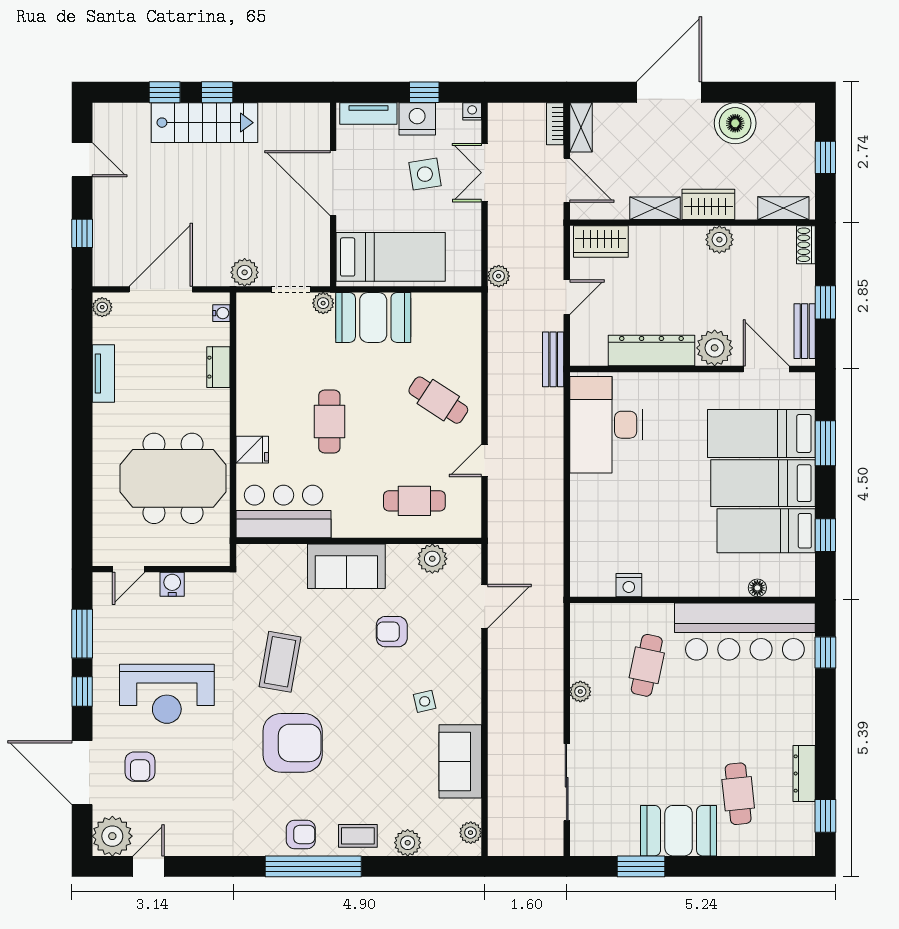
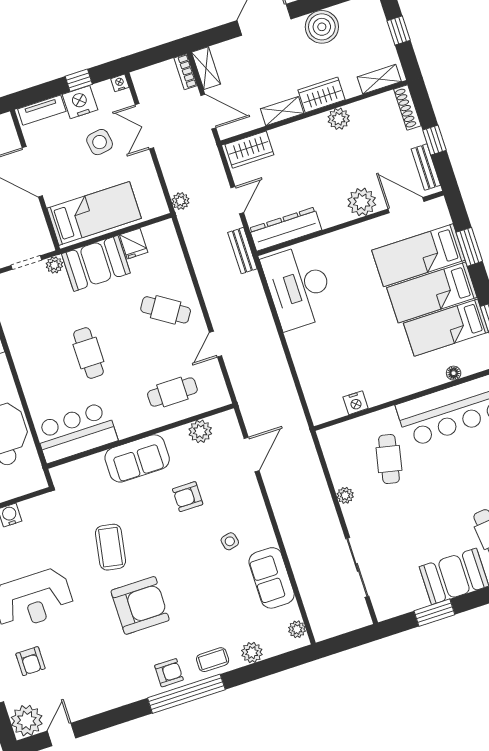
shoe rack: (806, 245) -> (407, 107), width x1.43
dresser: (651, 350) -> (285, 229), moved
fridge: (252, 450) -> (134, 244), moved, turned 90

